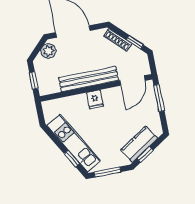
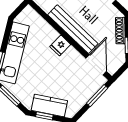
door: (132, 81) -> (96, 65), swing flipped

